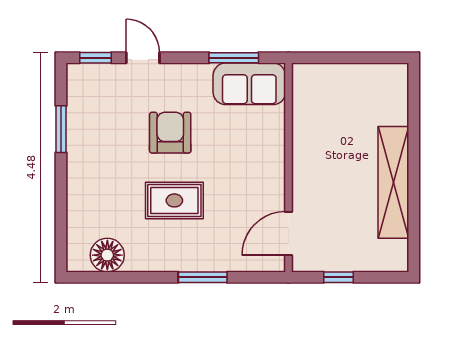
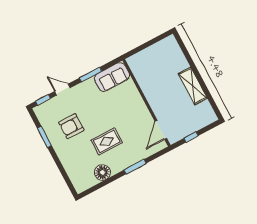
window: (234, 58) -> (91, 75), moved
armchair: (170, 133) -> (71, 126), moved, turned -90
shelving: (393, 182) -> (193, 86), width x0.68
floor lamp: (107, 255) -> (102, 172), moved

